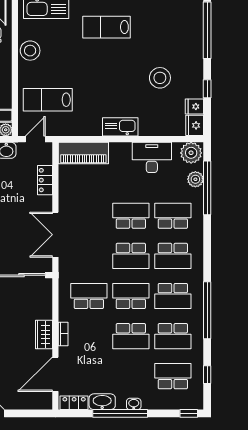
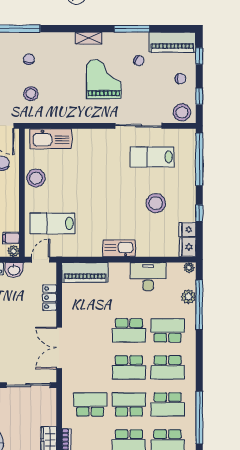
lab bench: (107, 27) -> (152, 157), moved
plant: (191, 153) -> (189, 268), width x0.53, depth x0.53
school desk: (131, 216) -> (129, 330), turned 180

